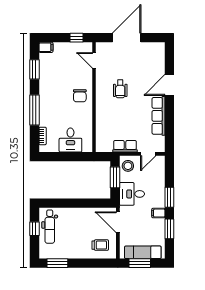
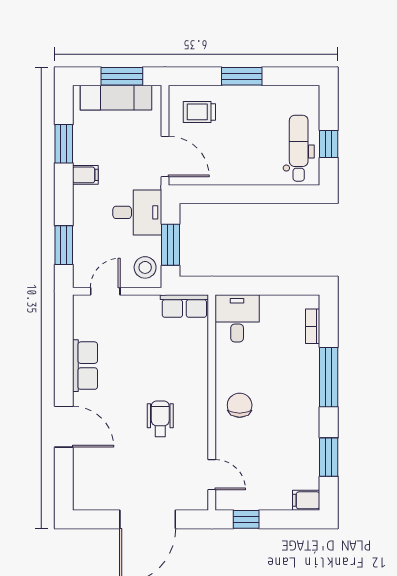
door: (169, 85) -> (64, 427), hinge flipped
row of seats: (159, 116) -> (85, 366), width x0.68
desk: (70, 140) -> (237, 318), moved
row of seats: (125, 146) -> (184, 306), moved
window: (169, 197) -> (64, 245), moved
window: (57, 263) -> (242, 76), moved

